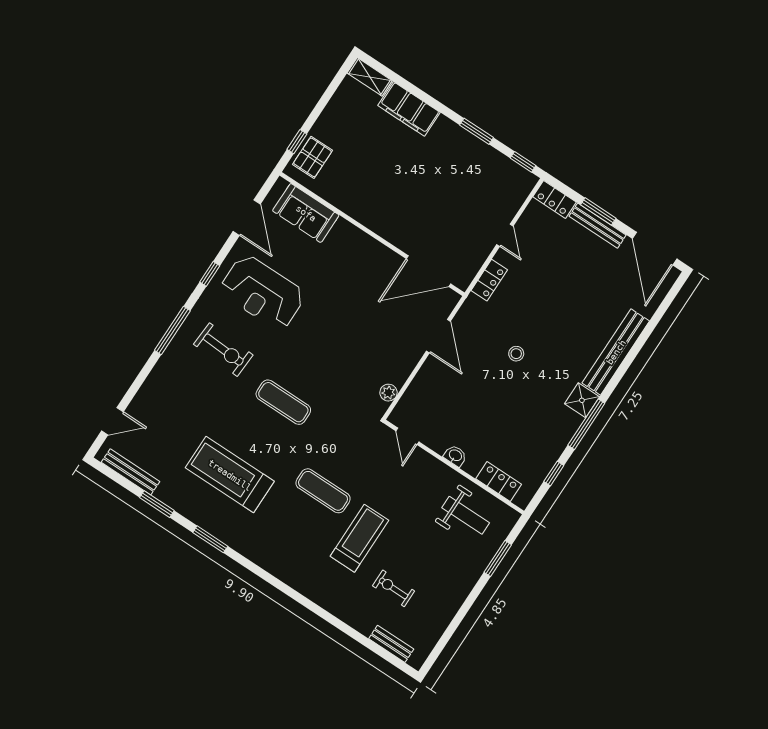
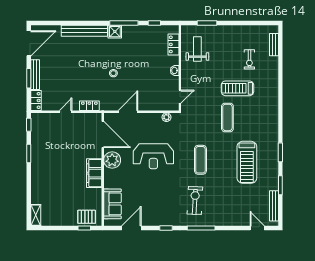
filing cabinet: (409, 109) -> (94, 173), moved, turned 180
plant: (377, 259) -> (112, 160), added
reception desk: (262, 292) -> (153, 156), moved, turned 90

